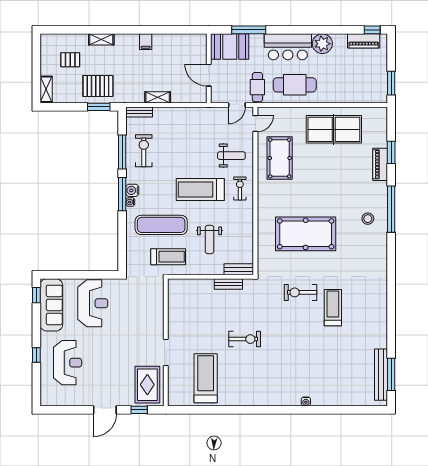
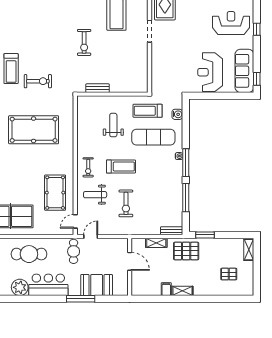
shelving: (101, 39) -> (182, 291), moved
wall: (209, 68) -> (130, 267), moved
door: (209, 75) -> (130, 261), moved
cafe table: (295, 85) -> (29, 254), moved
pallet: (98, 86) -> (186, 251), moved
exercise bike: (144, 151) -> (126, 203), moved
treadmill: (200, 189) -> (121, 167), width x0.73, depth x0.73
water cooler: (132, 190) -> (177, 114), moved
bench: (239, 269) -> (89, 100), removed
exercise bike: (245, 339) -> (84, 42), turned -90
reception desk: (68, 363) -> (231, 23), turned 90

